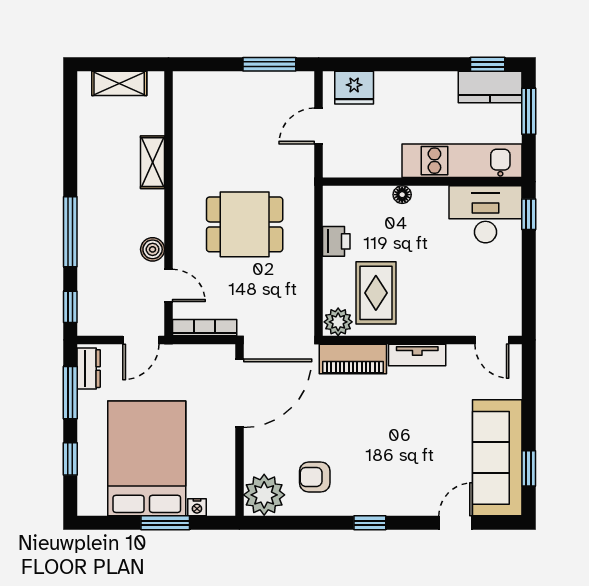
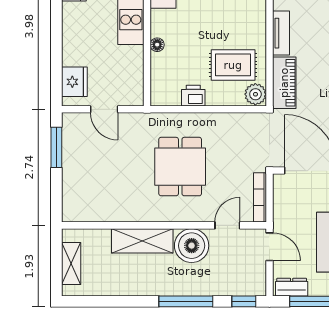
shelving: (153, 162) -> (142, 241), width x1.50, depth x1.33
boiler: (153, 249) -> (192, 246), width x1.86, depth x1.86

